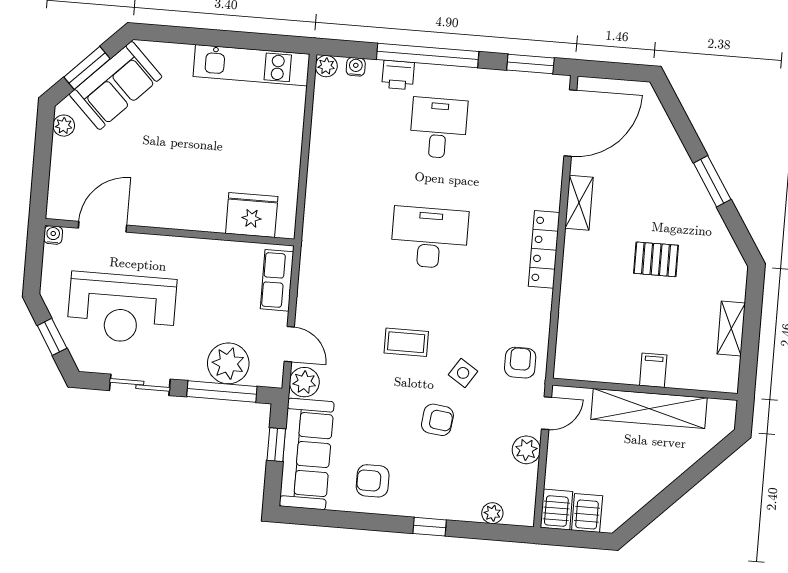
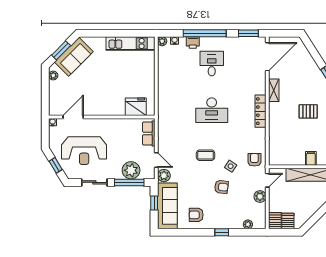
desk: (429, 238) -> (212, 110), turned 180

